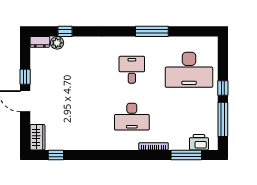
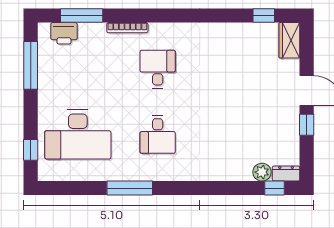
window: (65, 31) -> (275, 188), moved
desk: (189, 70) -> (78, 135), turned 180
window: (223, 88) -> (31, 150), moved
desk: (132, 117) -> (158, 69), width x0.73

